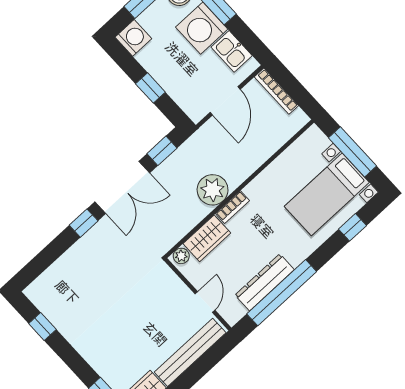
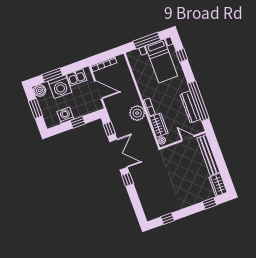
washing machine: (133, 38) -> (65, 115), moved

